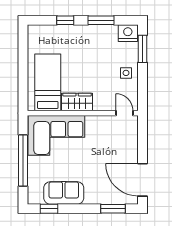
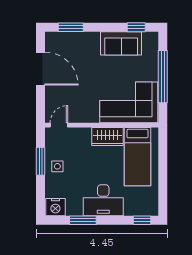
window: (65, 20) -> (142, 220), moved
desk: (81, 40) -> (103, 200), added
window: (142, 49) -> (41, 161), moved
door: (124, 113) -> (59, 125), swing flipped
door: (142, 180) -> (41, 69), moved

